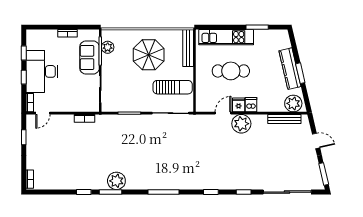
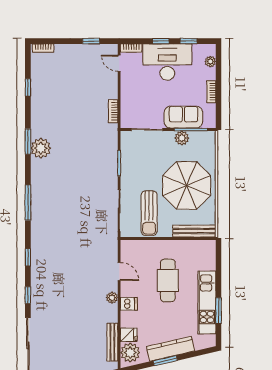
plant: (41, 34) -> (210, 62), added
kitchen unit: (226, 37) -> (207, 302), moved
plant: (108, 47) -> (182, 138), moved
parasol: (149, 55) -> (187, 185), width x1.36, depth x1.36
fridge: (239, 105) -> (129, 335), moved
plant: (241, 124) -> (112, 298), width x0.53, depth x0.53
window: (84, 192) -> (28, 87), moved

